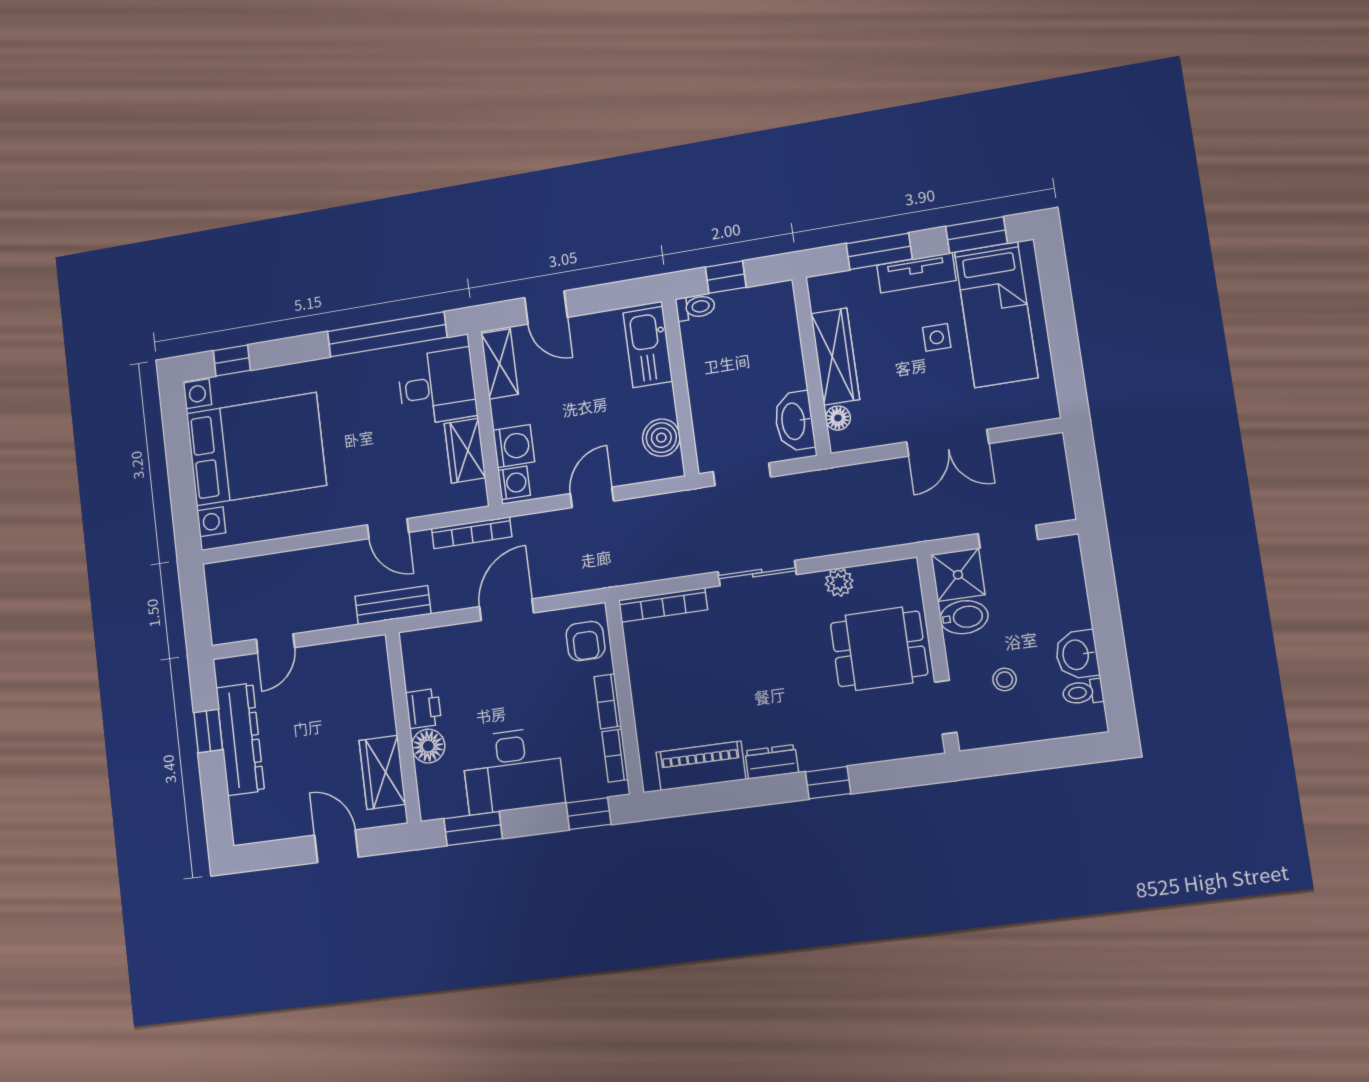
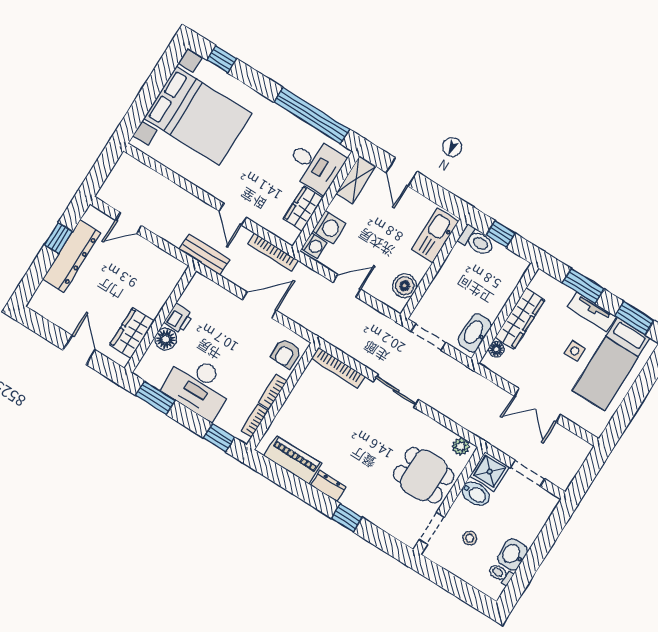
toilet: (695, 307) -> (476, 241), width x1.37, depth x1.39
plant: (839, 582) -> (461, 447), moved

